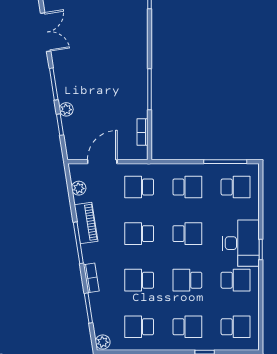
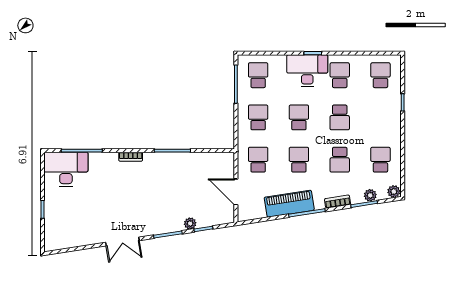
double door: (46, 32) -> (122, 242), swing flipped
bookcase: (142, 132) -> (131, 157), moved
school desk: (139, 187) -> (258, 160), turned 180
plant: (79, 188) -> (370, 195), moved
piano: (86, 223) -> (289, 204), width x1.37, depth x1.33
school desk: (139, 234) -> (299, 160), turned 180
school desk: (139, 327) -> (380, 160), turned 180
school desk: (187, 327) -> (380, 117), removed

